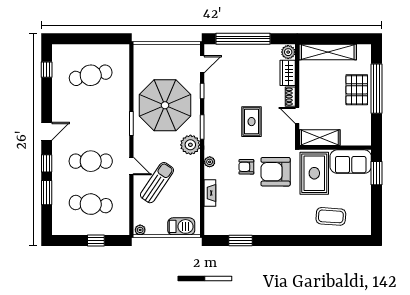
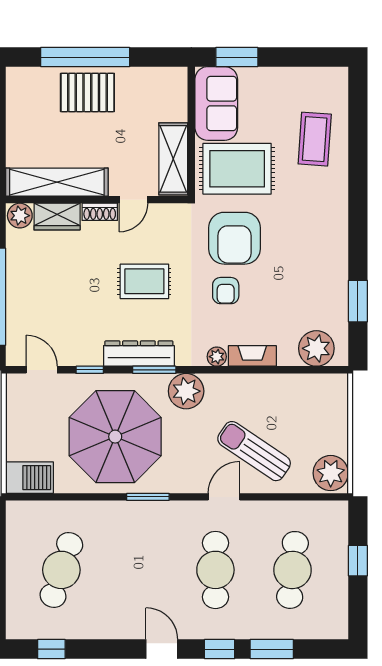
shelving: (328, 52) -> (57, 182), moved, turned 90
cafe table: (91, 75) -> (61, 570), turned 30
dresser: (211, 118) -> (139, 354), added
fireplace: (210, 193) -> (252, 356), moved
plant: (214, 217) -> (316, 348), added
barbecue: (181, 226) -> (30, 478), moved, turned 90
plant: (140, 230) -> (331, 473), width x1.88, depth x1.88

